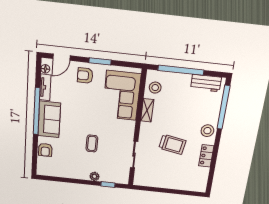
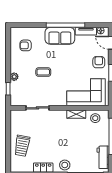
trolley: (172, 144) -> (22, 146), moved
armchair: (45, 150) -> (26, 45), moved

